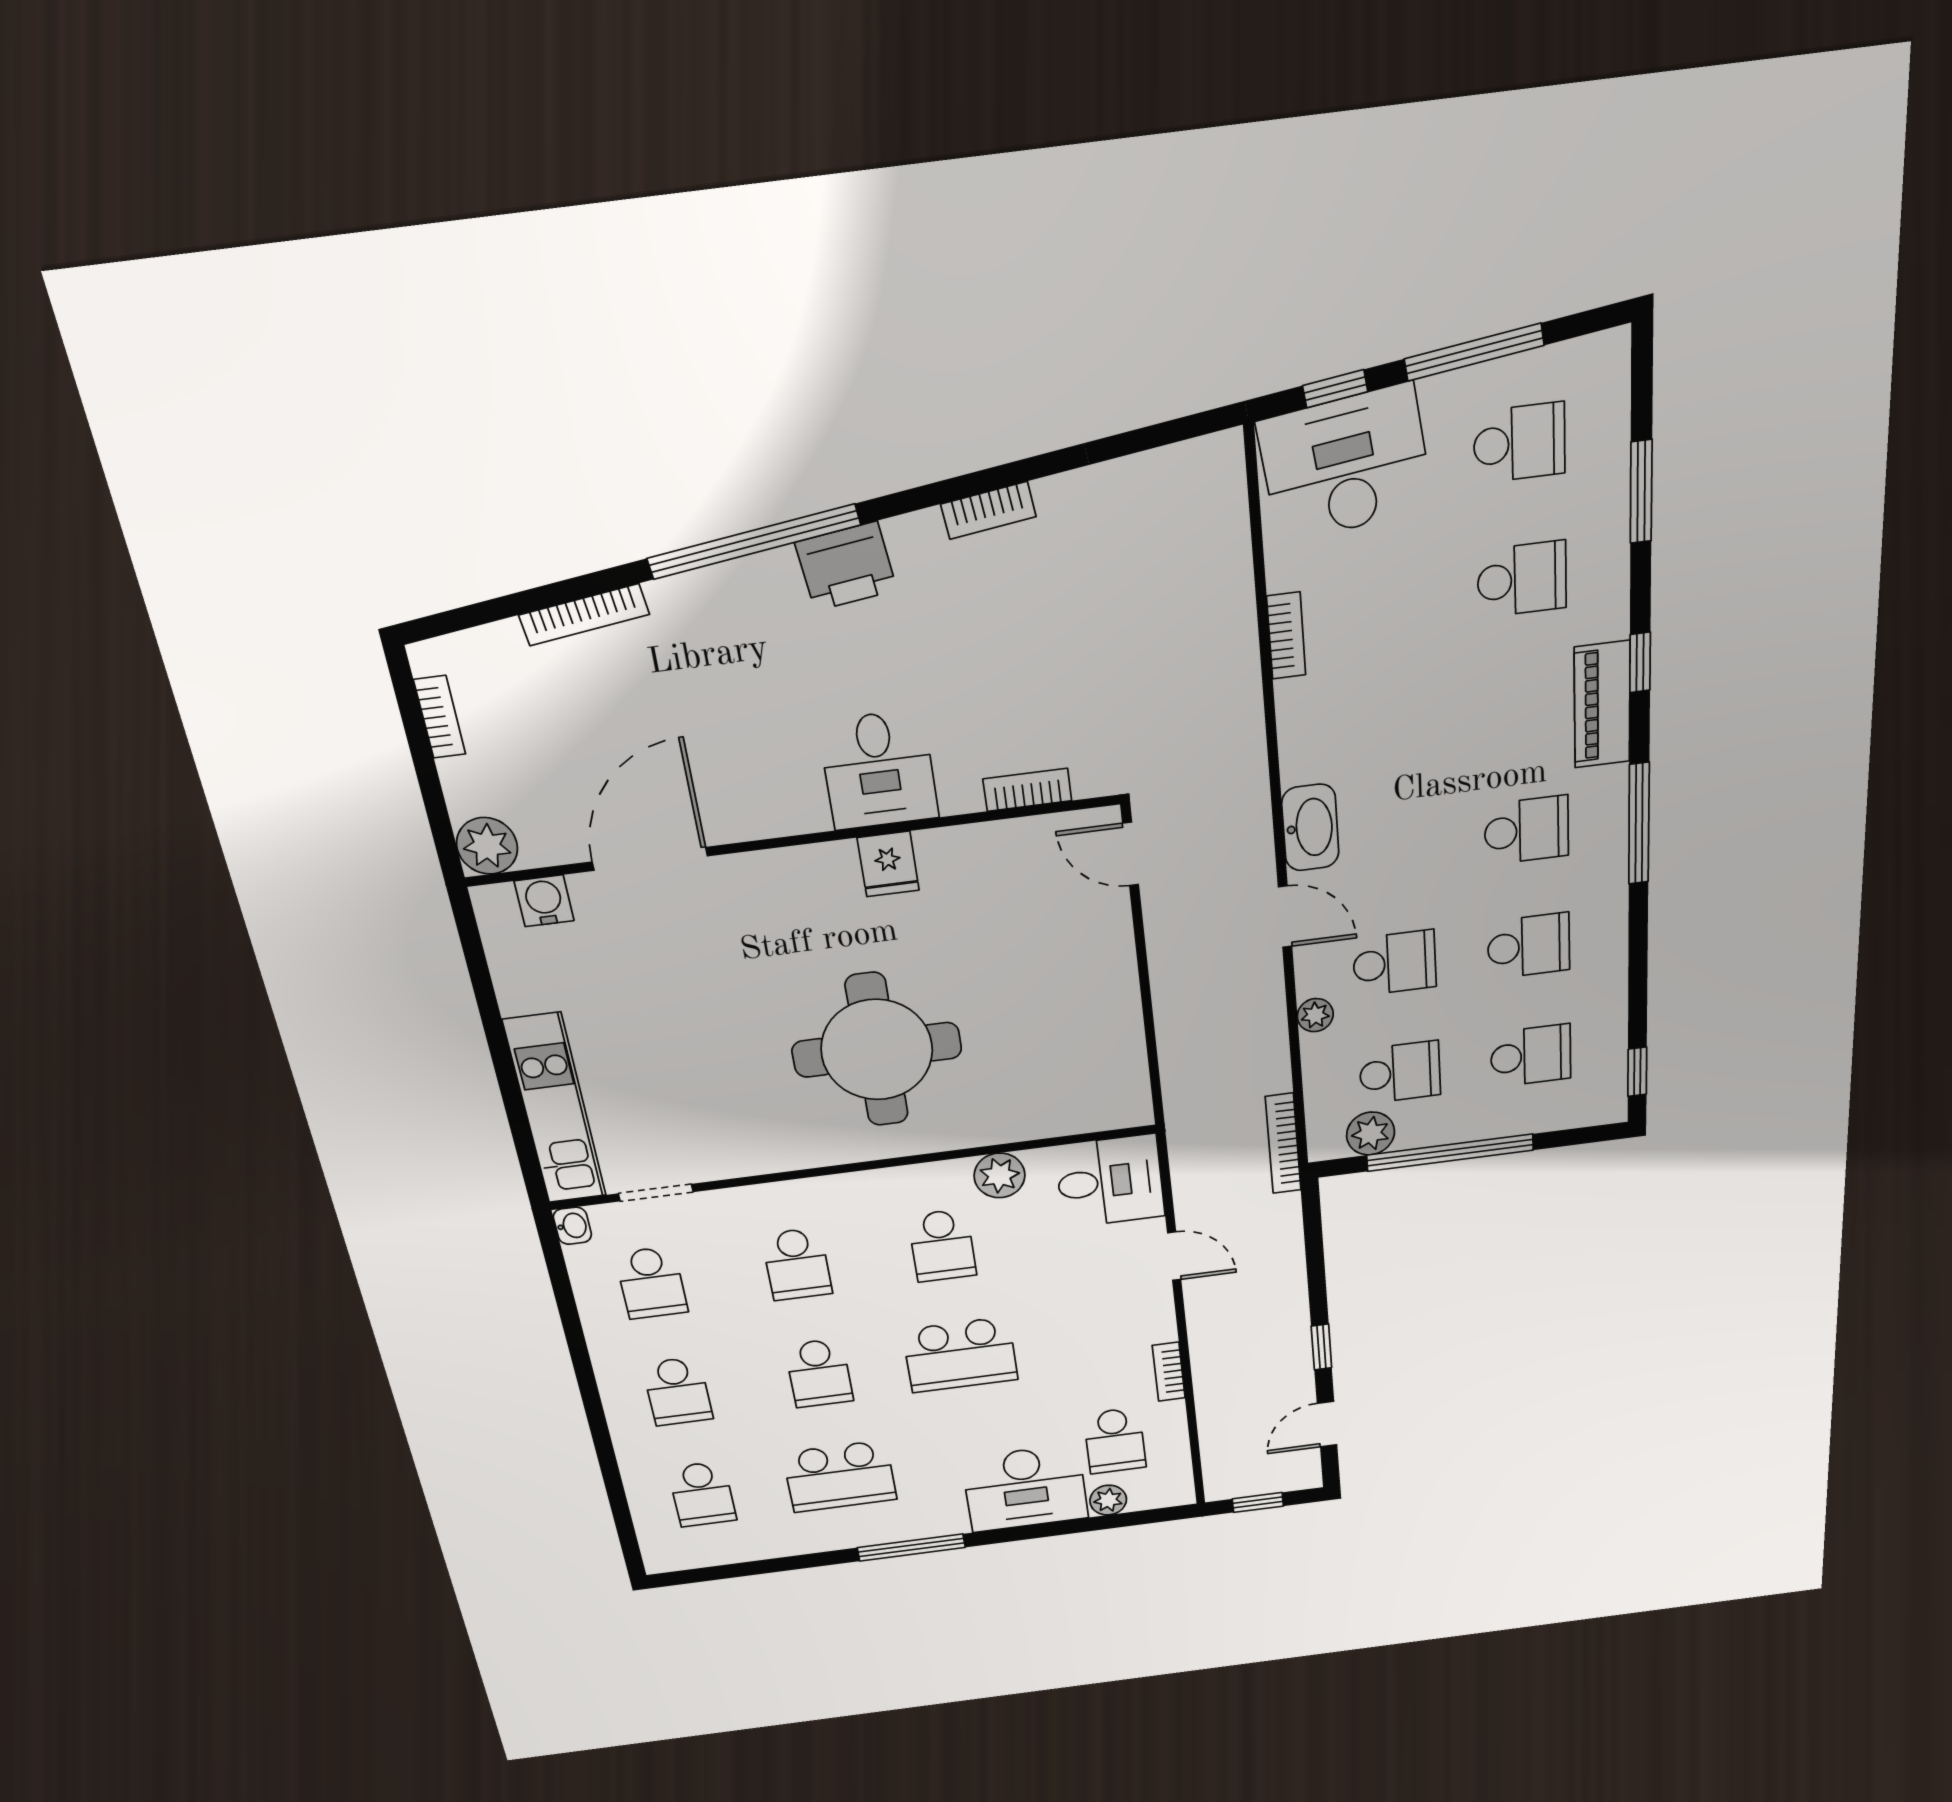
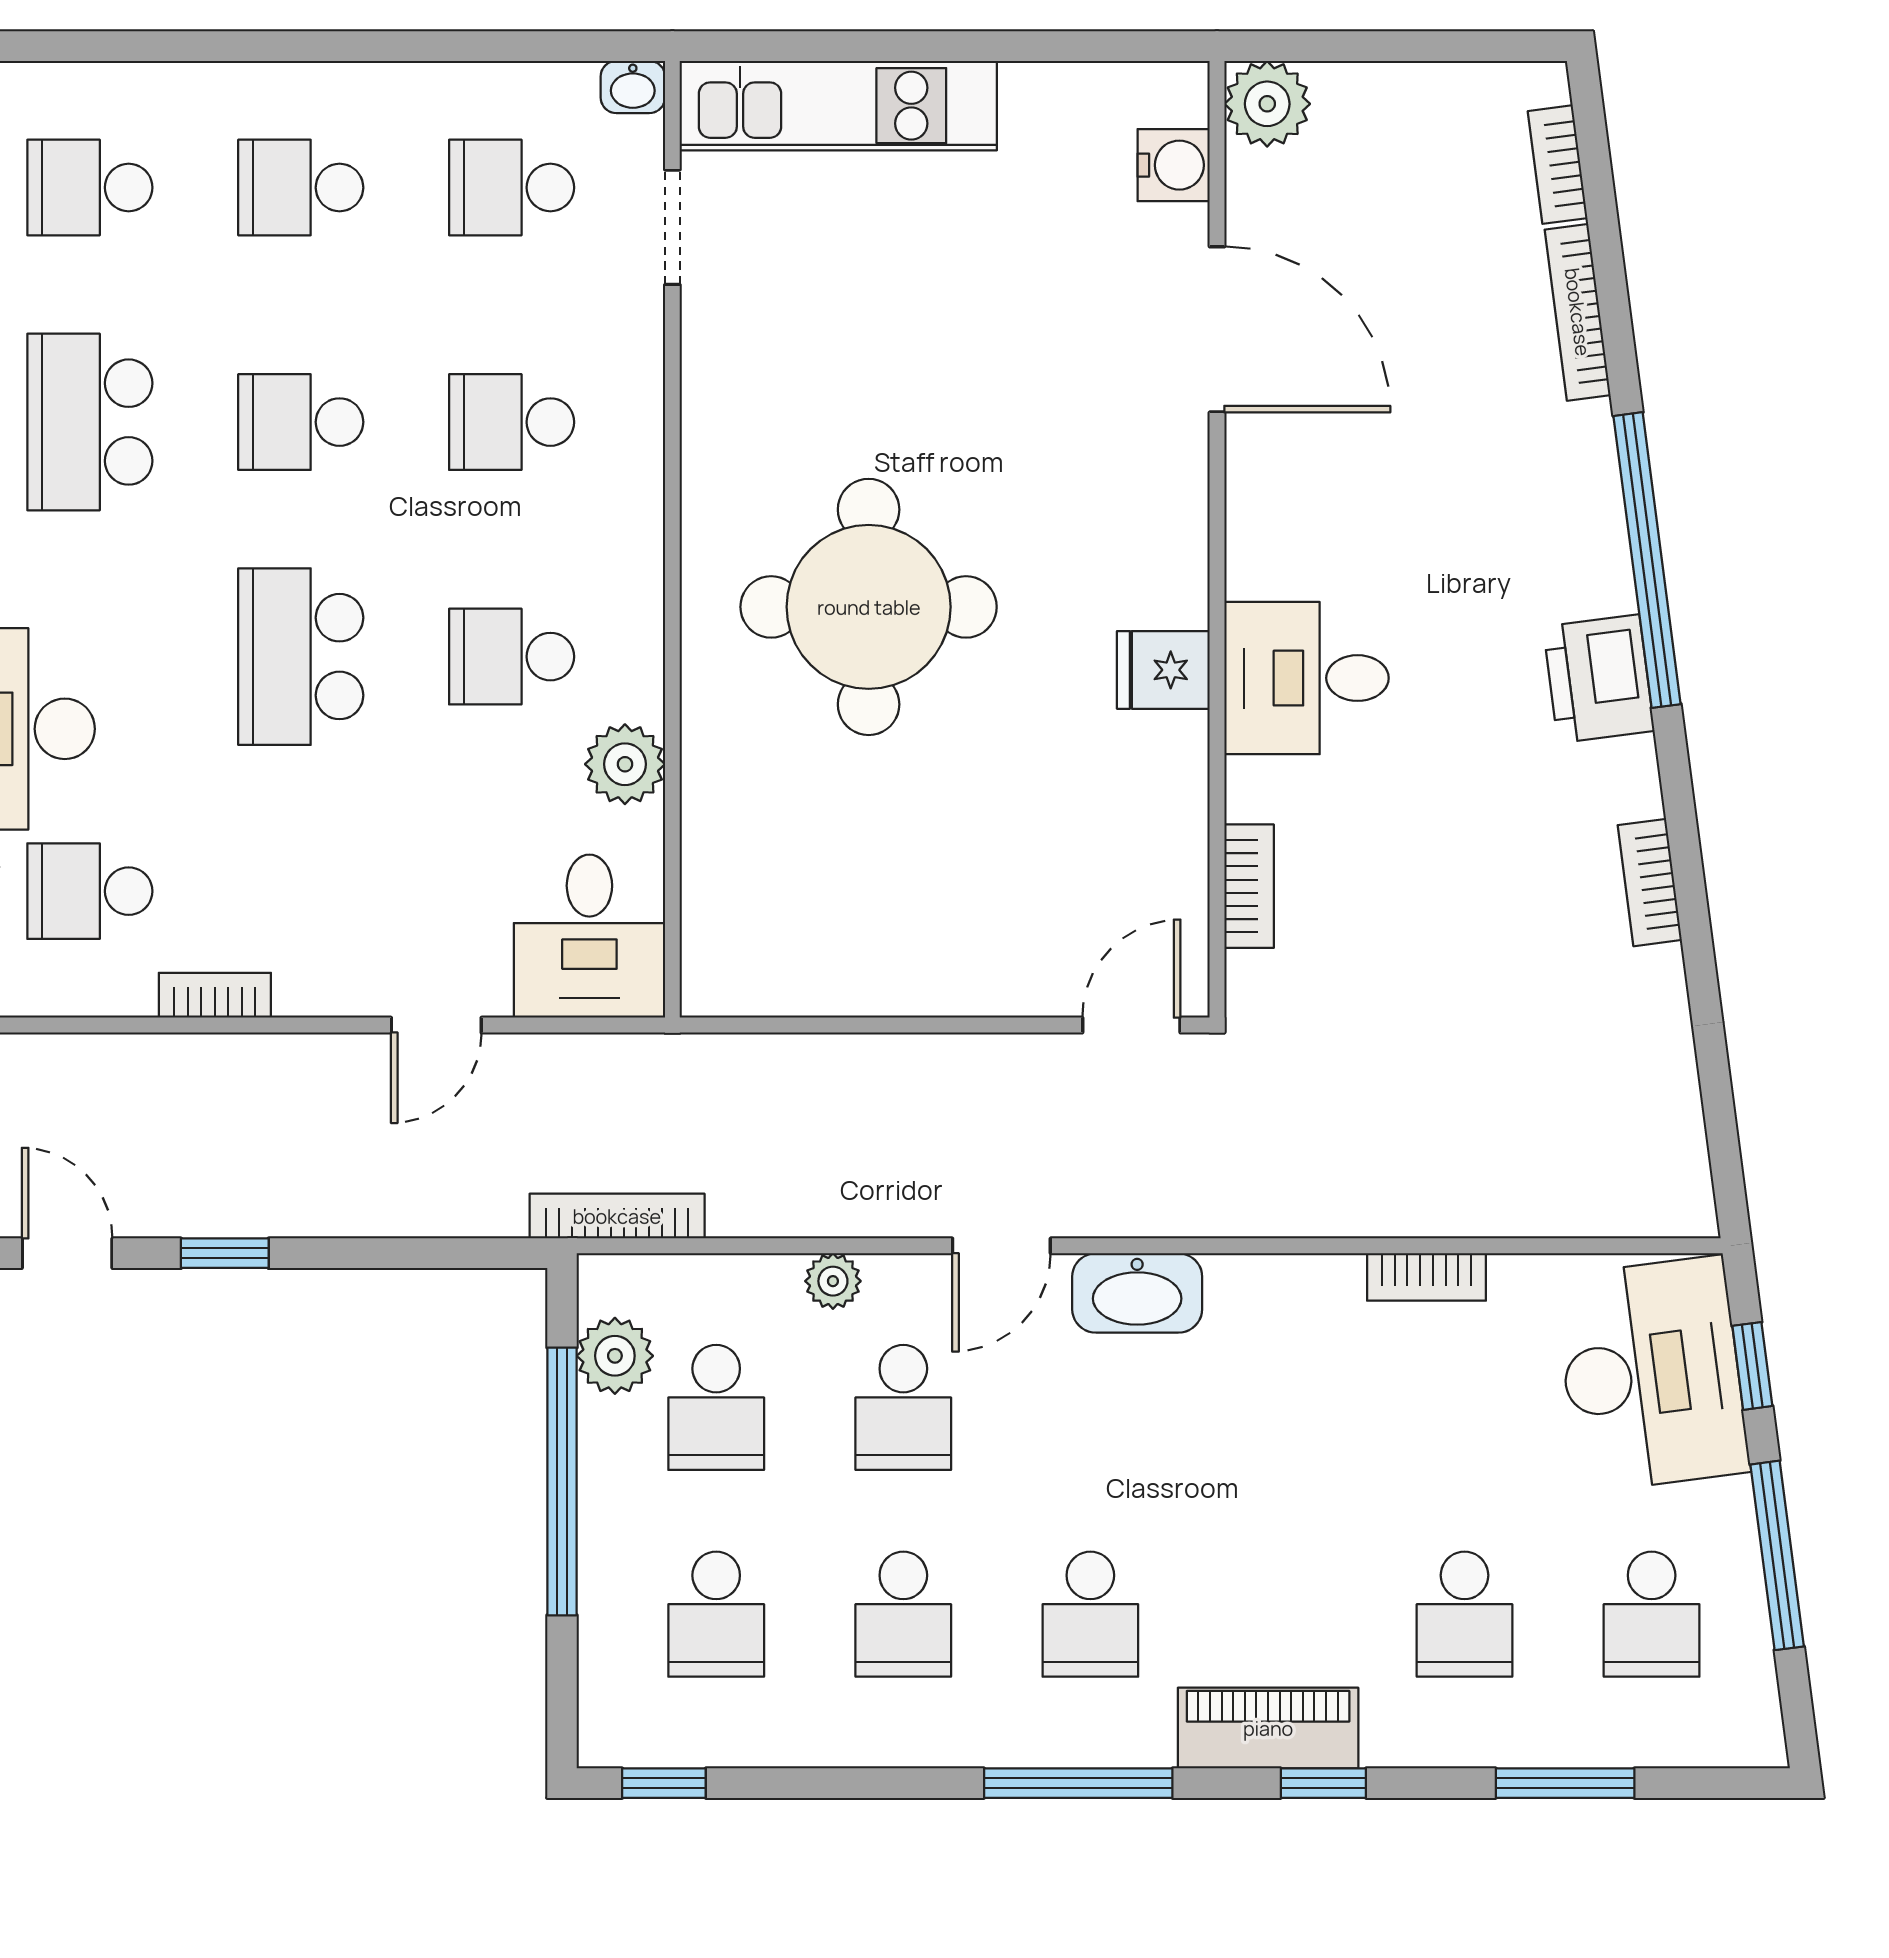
bookcase: (440, 717) -> (1558, 165), moved, turned 83

